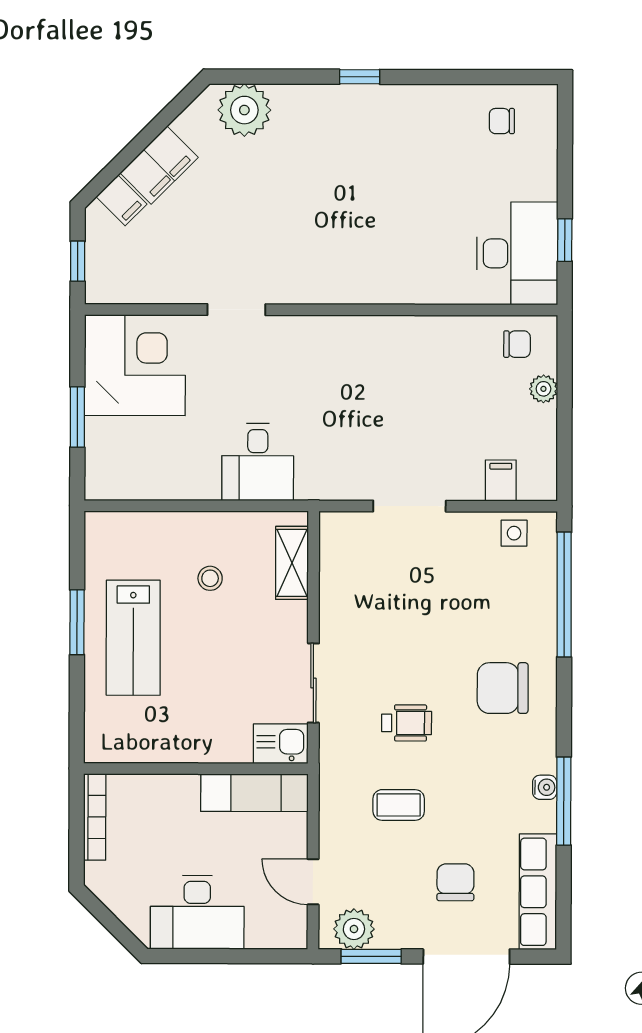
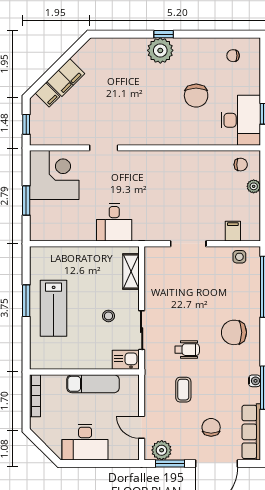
plant: (244, 110) -> (160, 50), moved
chair: (426, 203) -> (196, 96), added
stool: (210, 578) -> (108, 316), moved
exam couch: (254, 793) -> (93, 384), moved
coffee table: (399, 805) -> (183, 390), turned 90

